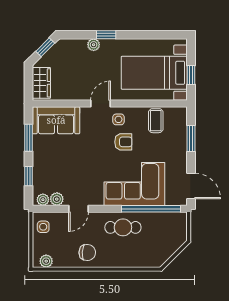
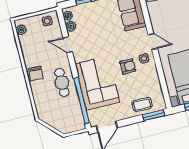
coffee table: (156, 121) -> (142, 104), moved
window: (191, 138) -> (154, 115), moved
armchair: (123, 142) -> (128, 66), turned -90
chair: (87, 252) -> (36, 74), moved

